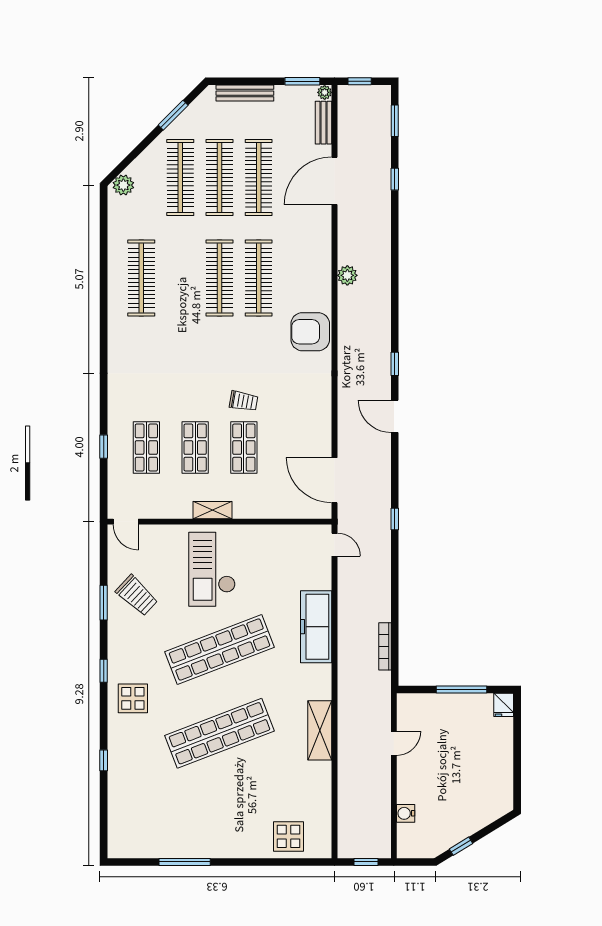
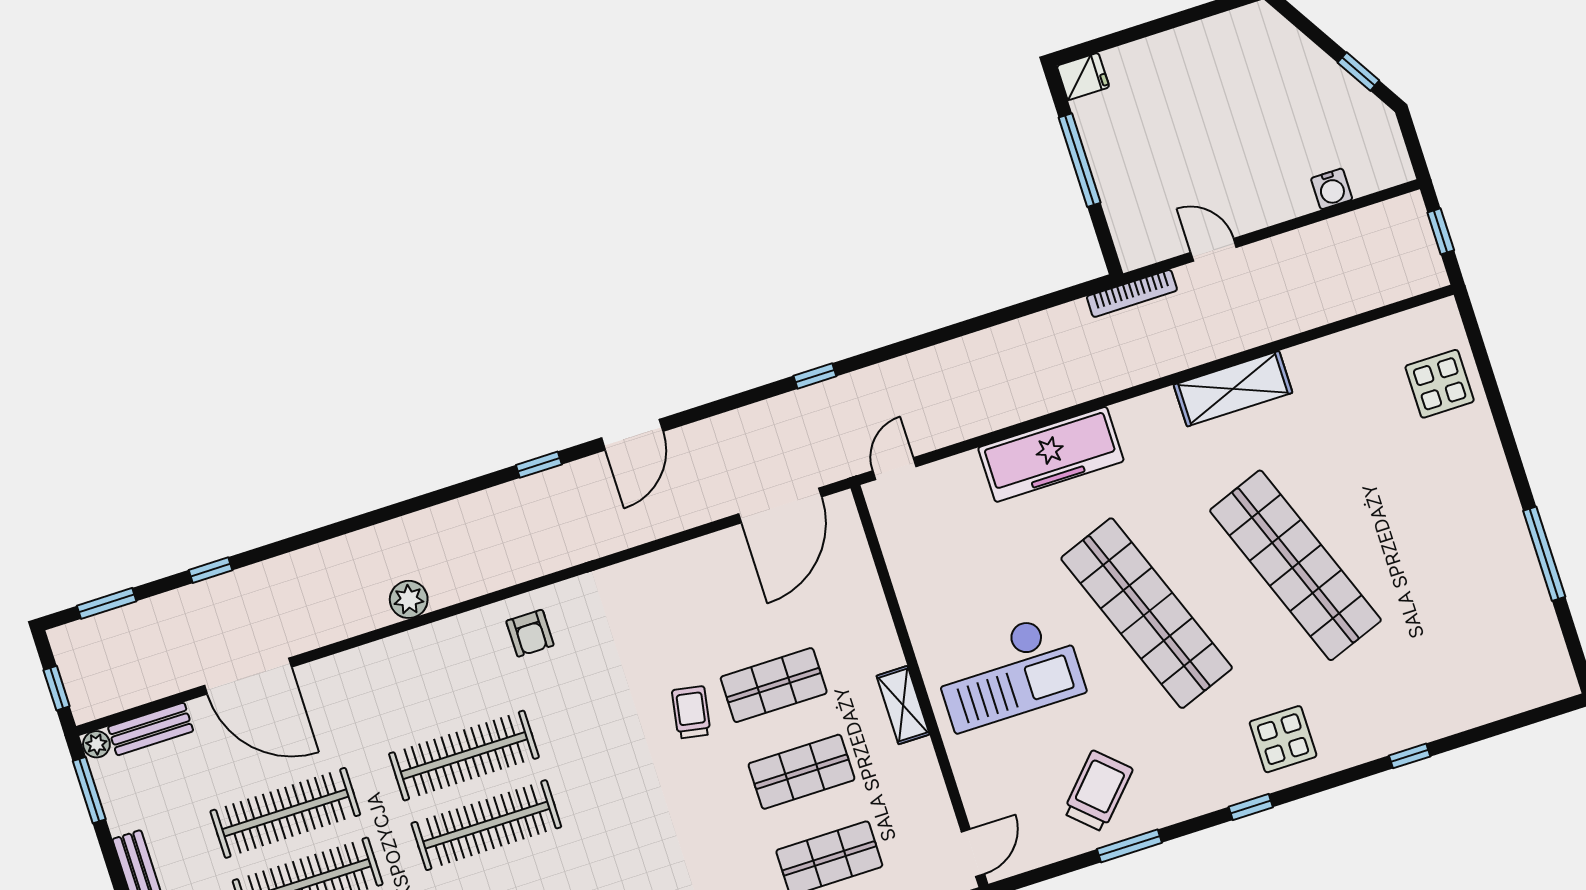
armchair: (310, 332) -> (530, 633), width x0.53, depth x0.53
bookcase: (385, 646) -> (1132, 293), moved

